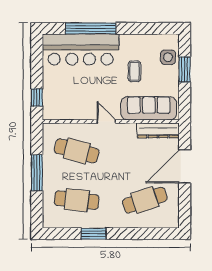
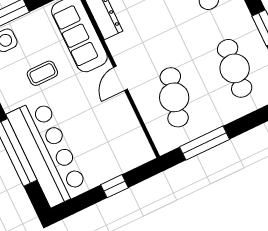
window: (37, 98) -> (114, 186), moved
window: (37, 173) -> (205, 143), moved

